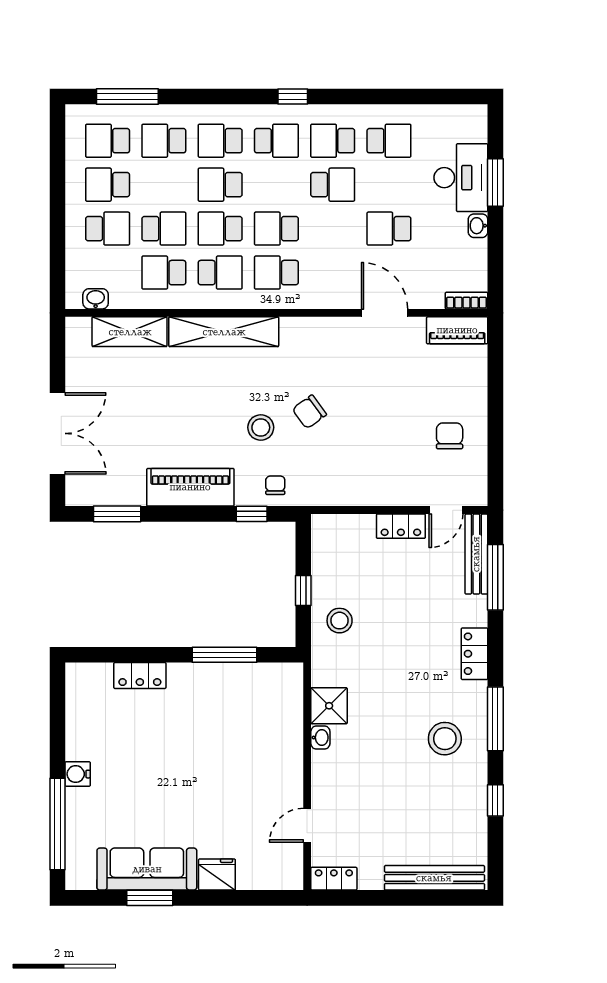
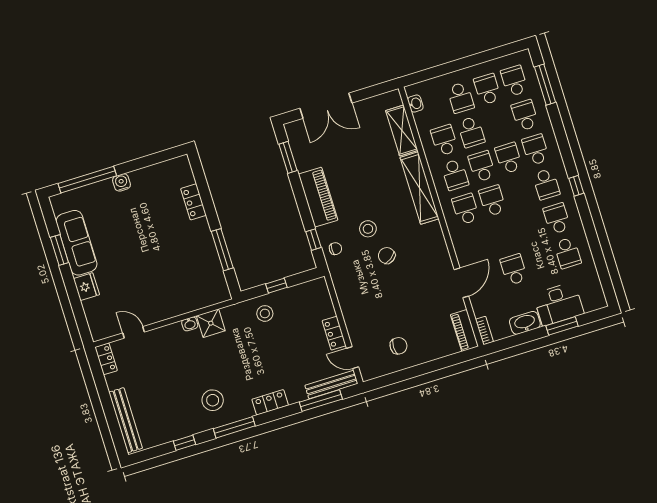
school desk: (333, 185) -> (530, 227), removed
washbasin: (478, 226) -> (525, 323), width x1.91, depth x1.45

